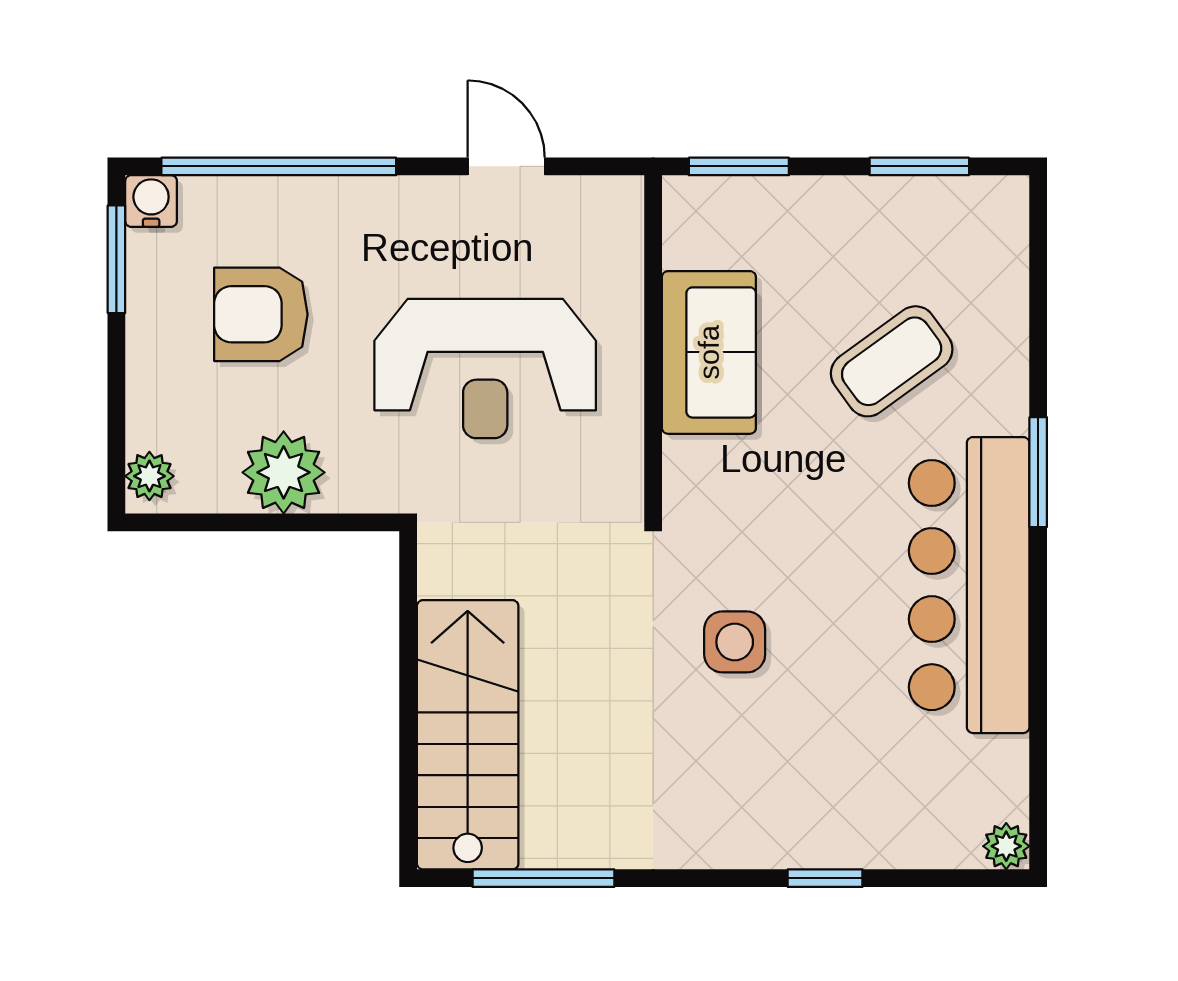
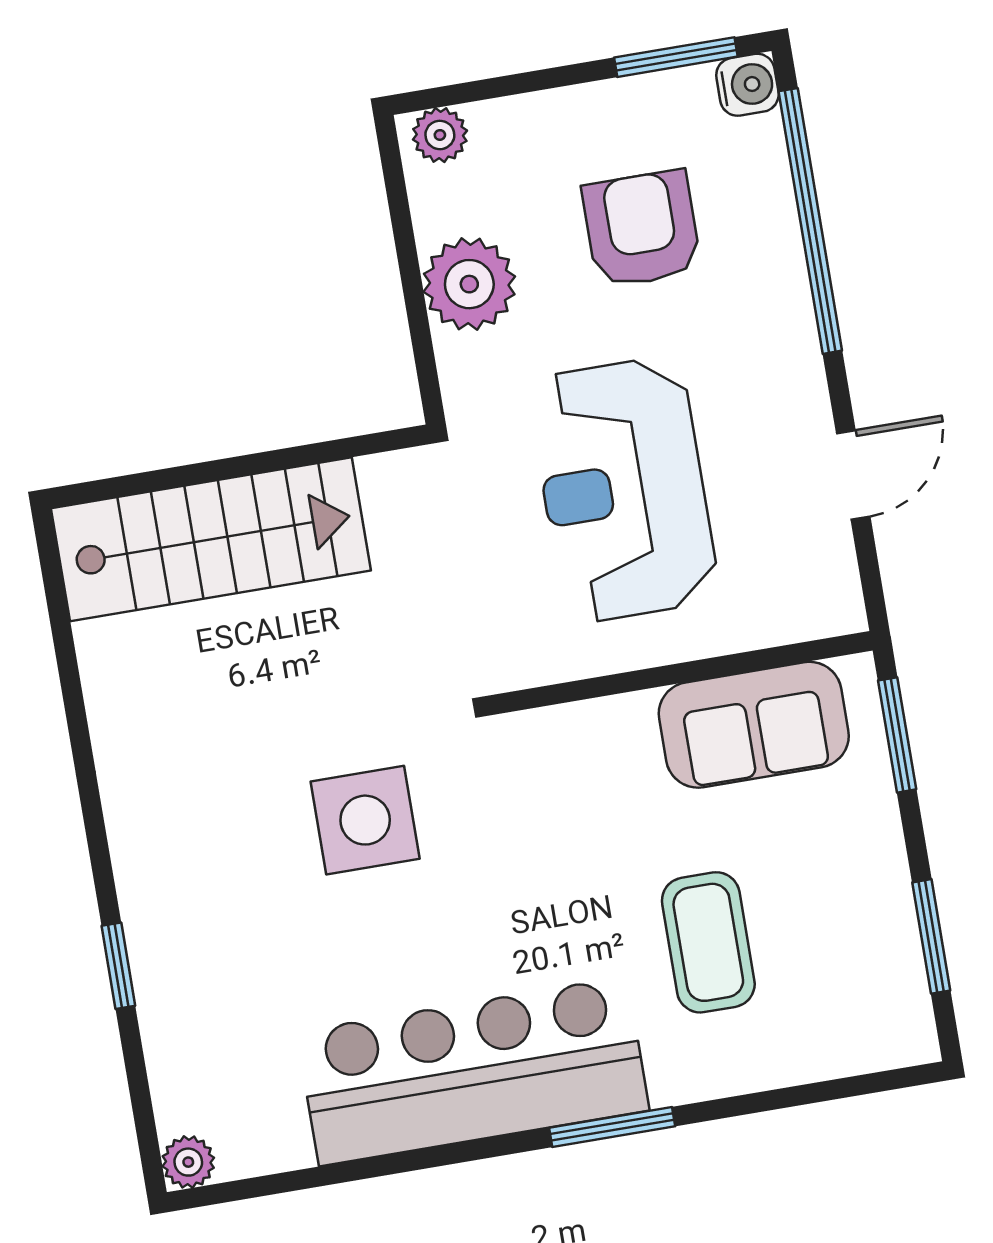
sofa: (709, 352) -> (754, 725), moved
coffee table: (892, 361) -> (708, 942), turned 36
side table: (735, 642) -> (365, 820), width x1.37, depth x1.37
window: (543, 878) -> (65, 651), removed

